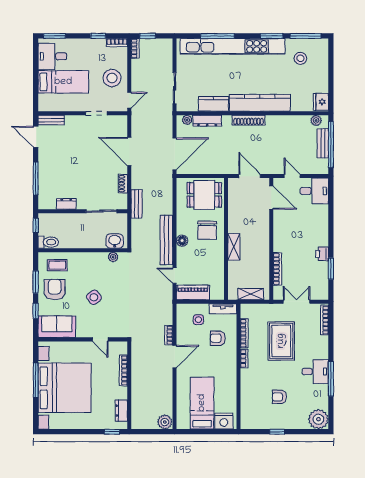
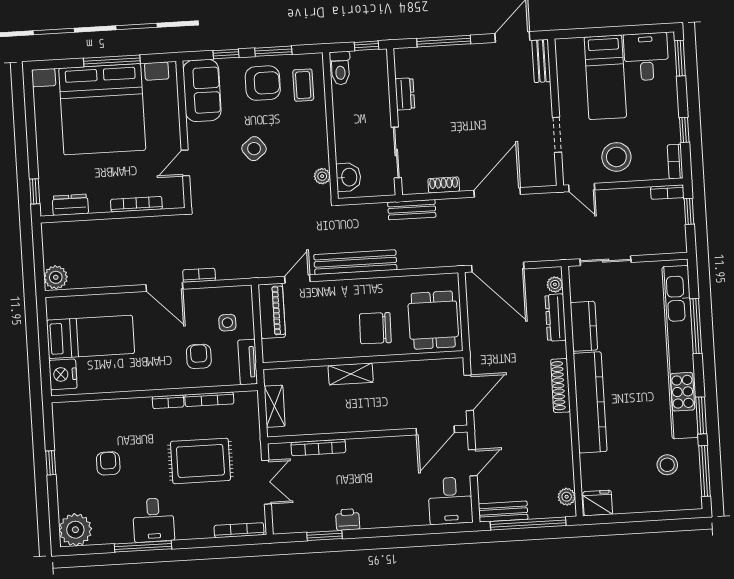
bench: (323, 143) -> (503, 511), moved
floor lamp: (182, 241) -> (356, 288), removed

